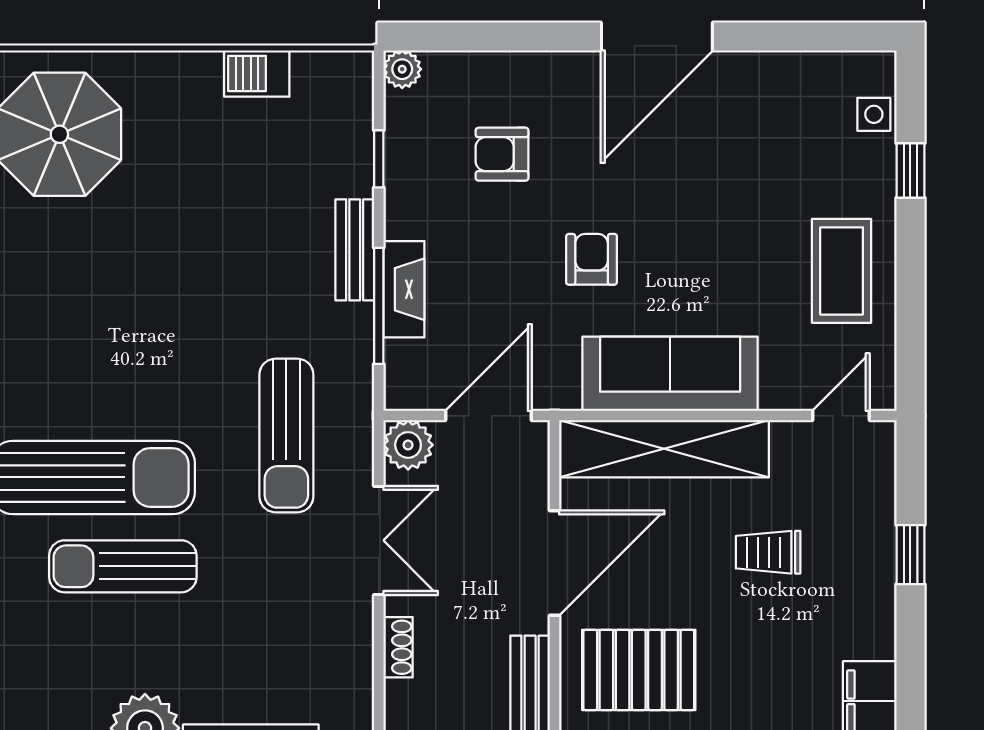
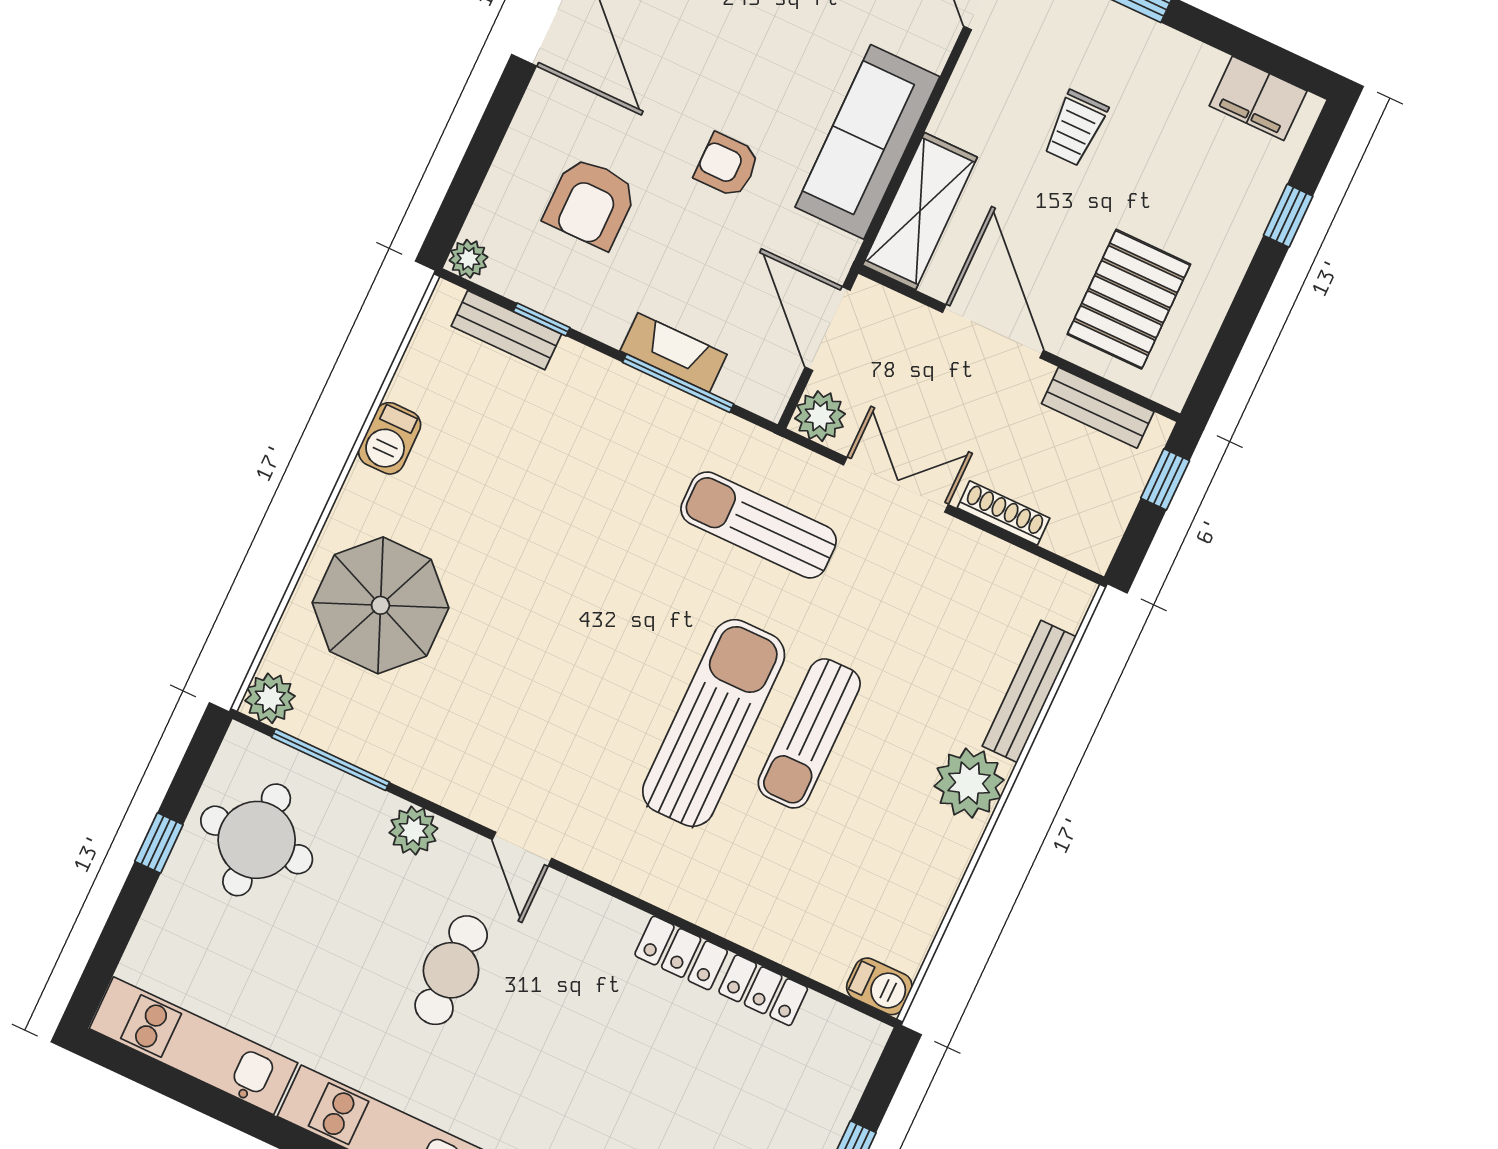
barbecue: (257, 73) -> (390, 438), moved
armchair: (502, 154) -> (591, 203), width x1.38, depth x1.38
bench: (355, 250) -> (506, 330), moved
sun lounger: (286, 435) -> (759, 525), turned 180
shelving: (664, 449) -> (920, 211), width x0.68
shoe rack: (398, 647) -> (1003, 513), width x1.43

